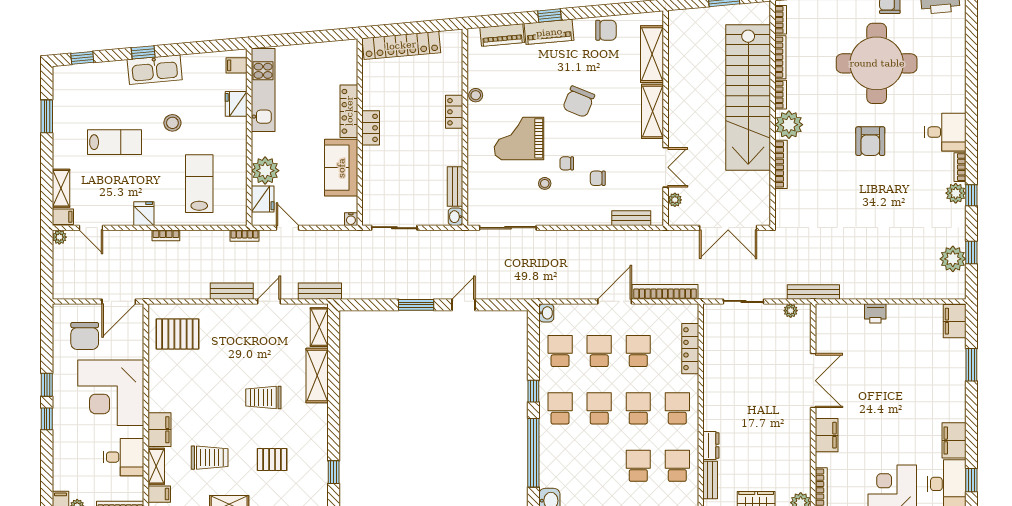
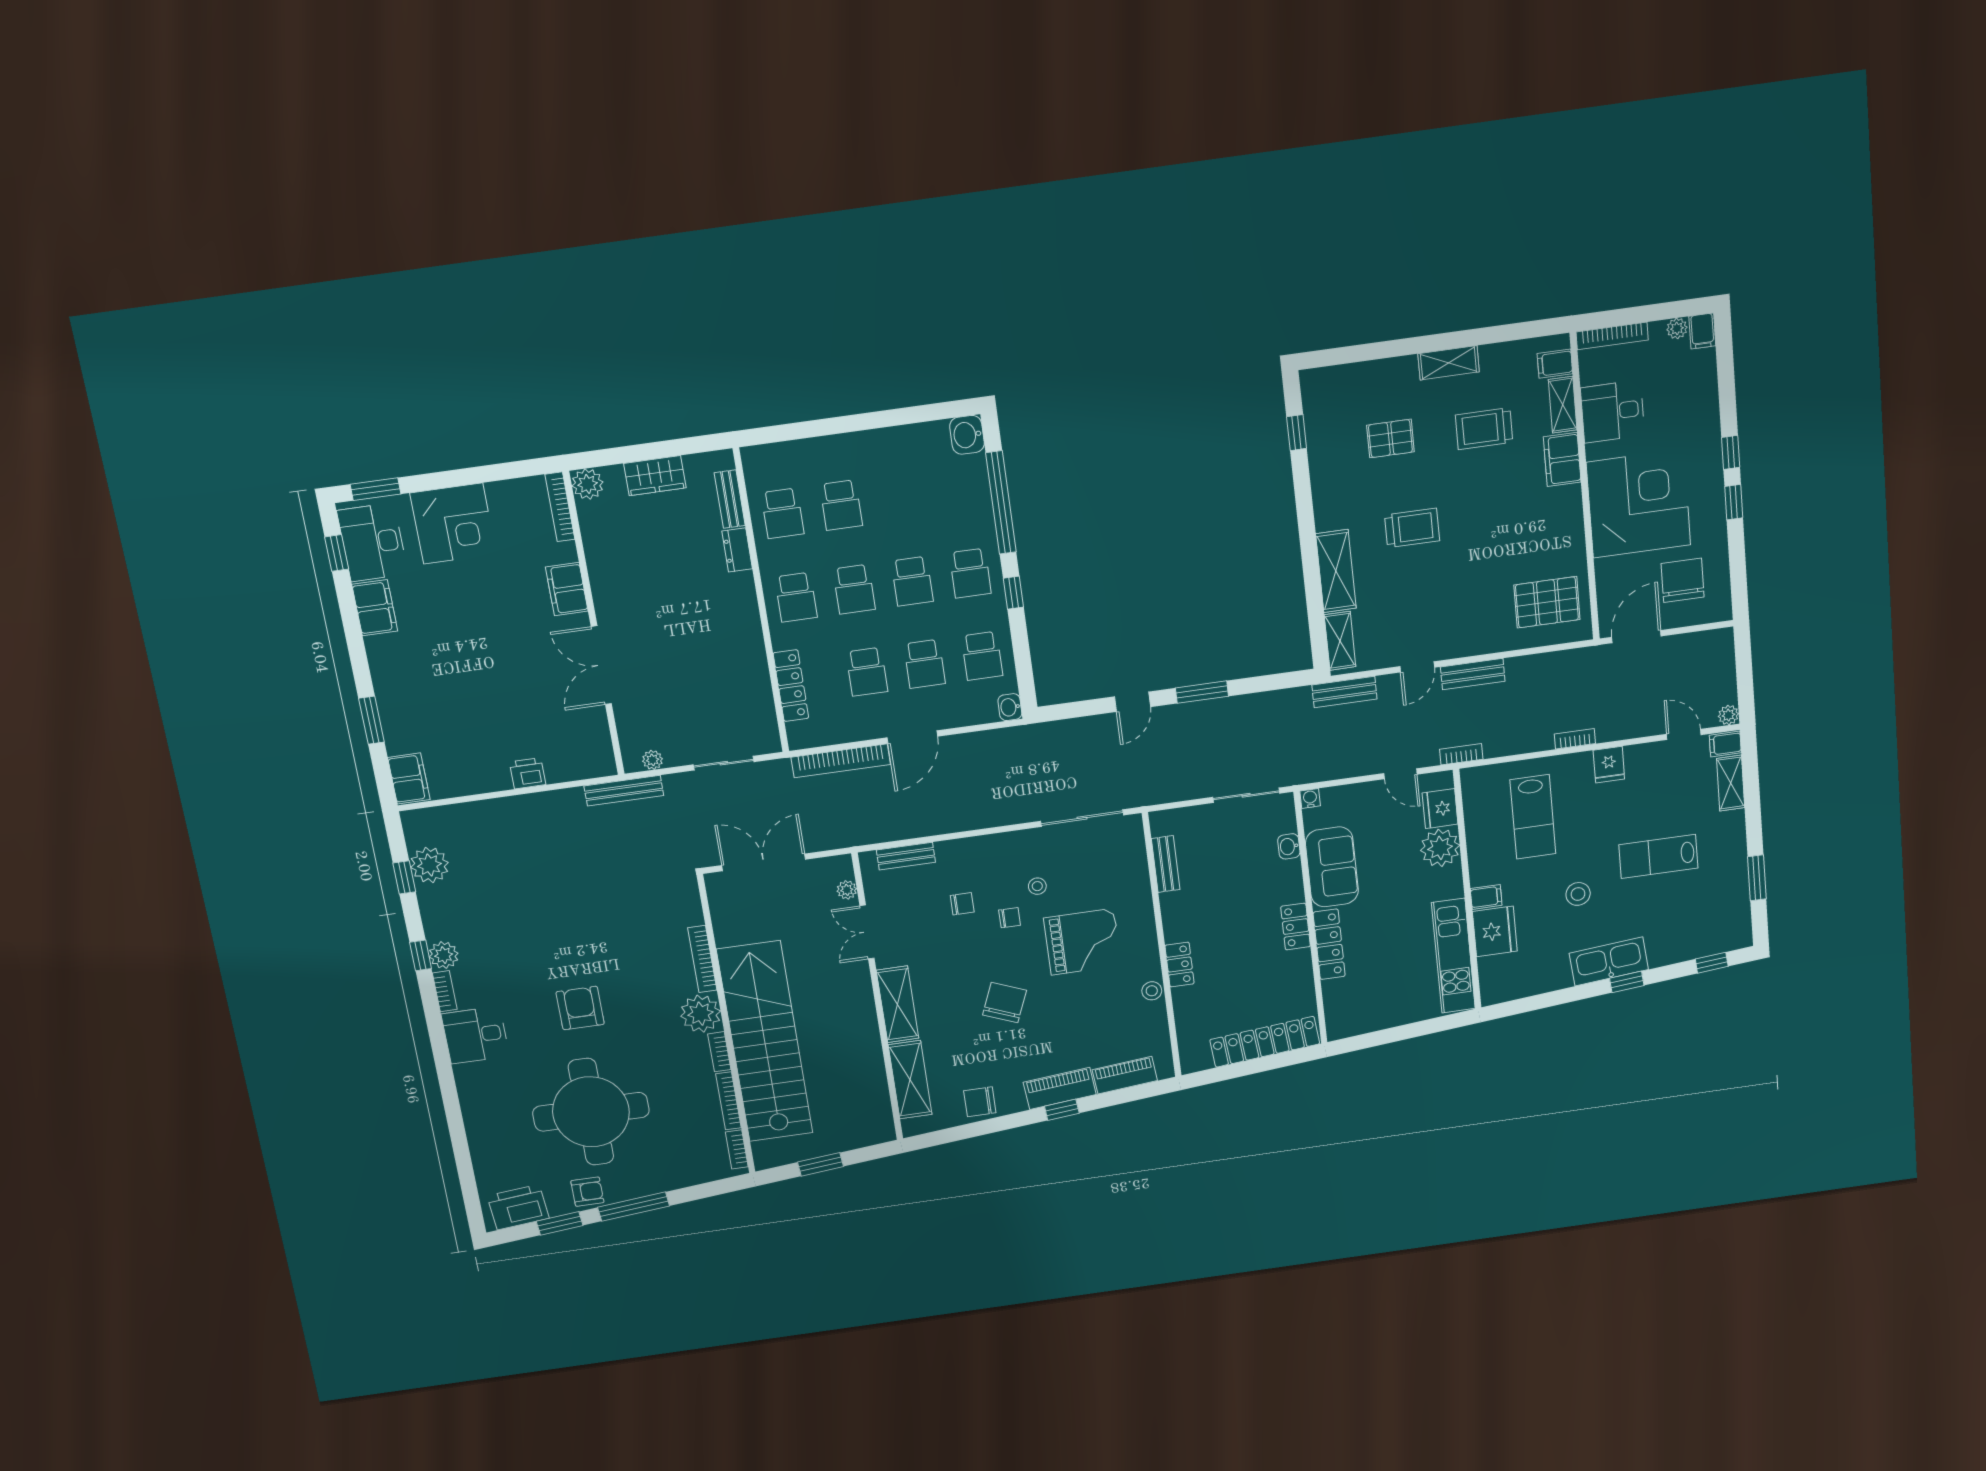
filing cabinet: (236, 65) -> (1486, 897), moved
fridge: (236, 104) -> (1495, 931), width x1.36, depth x1.34
washbasin: (455, 217) -> (1289, 846), moved, turned 180

